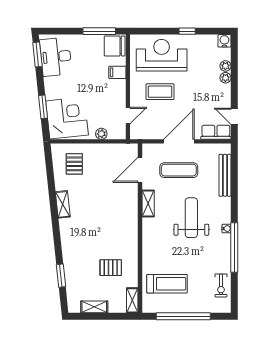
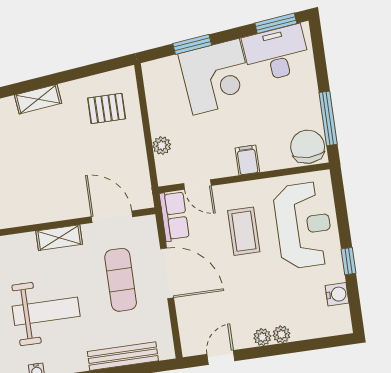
water cooler: (224, 41) -> (337, 294), moved
plant: (225, 66) -> (262, 337), moved
filing cabinet: (117, 72) -> (247, 160), moved
corner desk: (67, 118) -> (216, 77), moved
row of seats: (216, 132) -> (174, 216), moved

